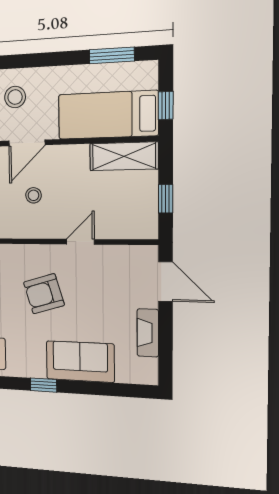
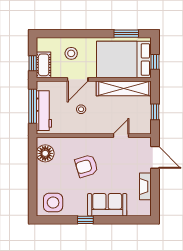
bed: (108, 115) -> (124, 59), width x1.50
shelving: (124, 156) -> (124, 88), width x1.47
door: (80, 242) -> (121, 136), moved

